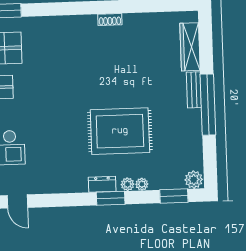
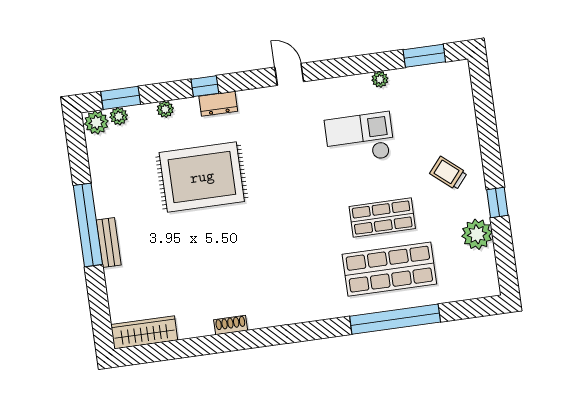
wardrobe: (190, 47) -> (144, 332), moved, turned -90
plant: (127, 184) -> (119, 116), moved
window: (111, 198) -> (205, 86), width x0.67
door: (17, 201) -> (289, 74), moved

